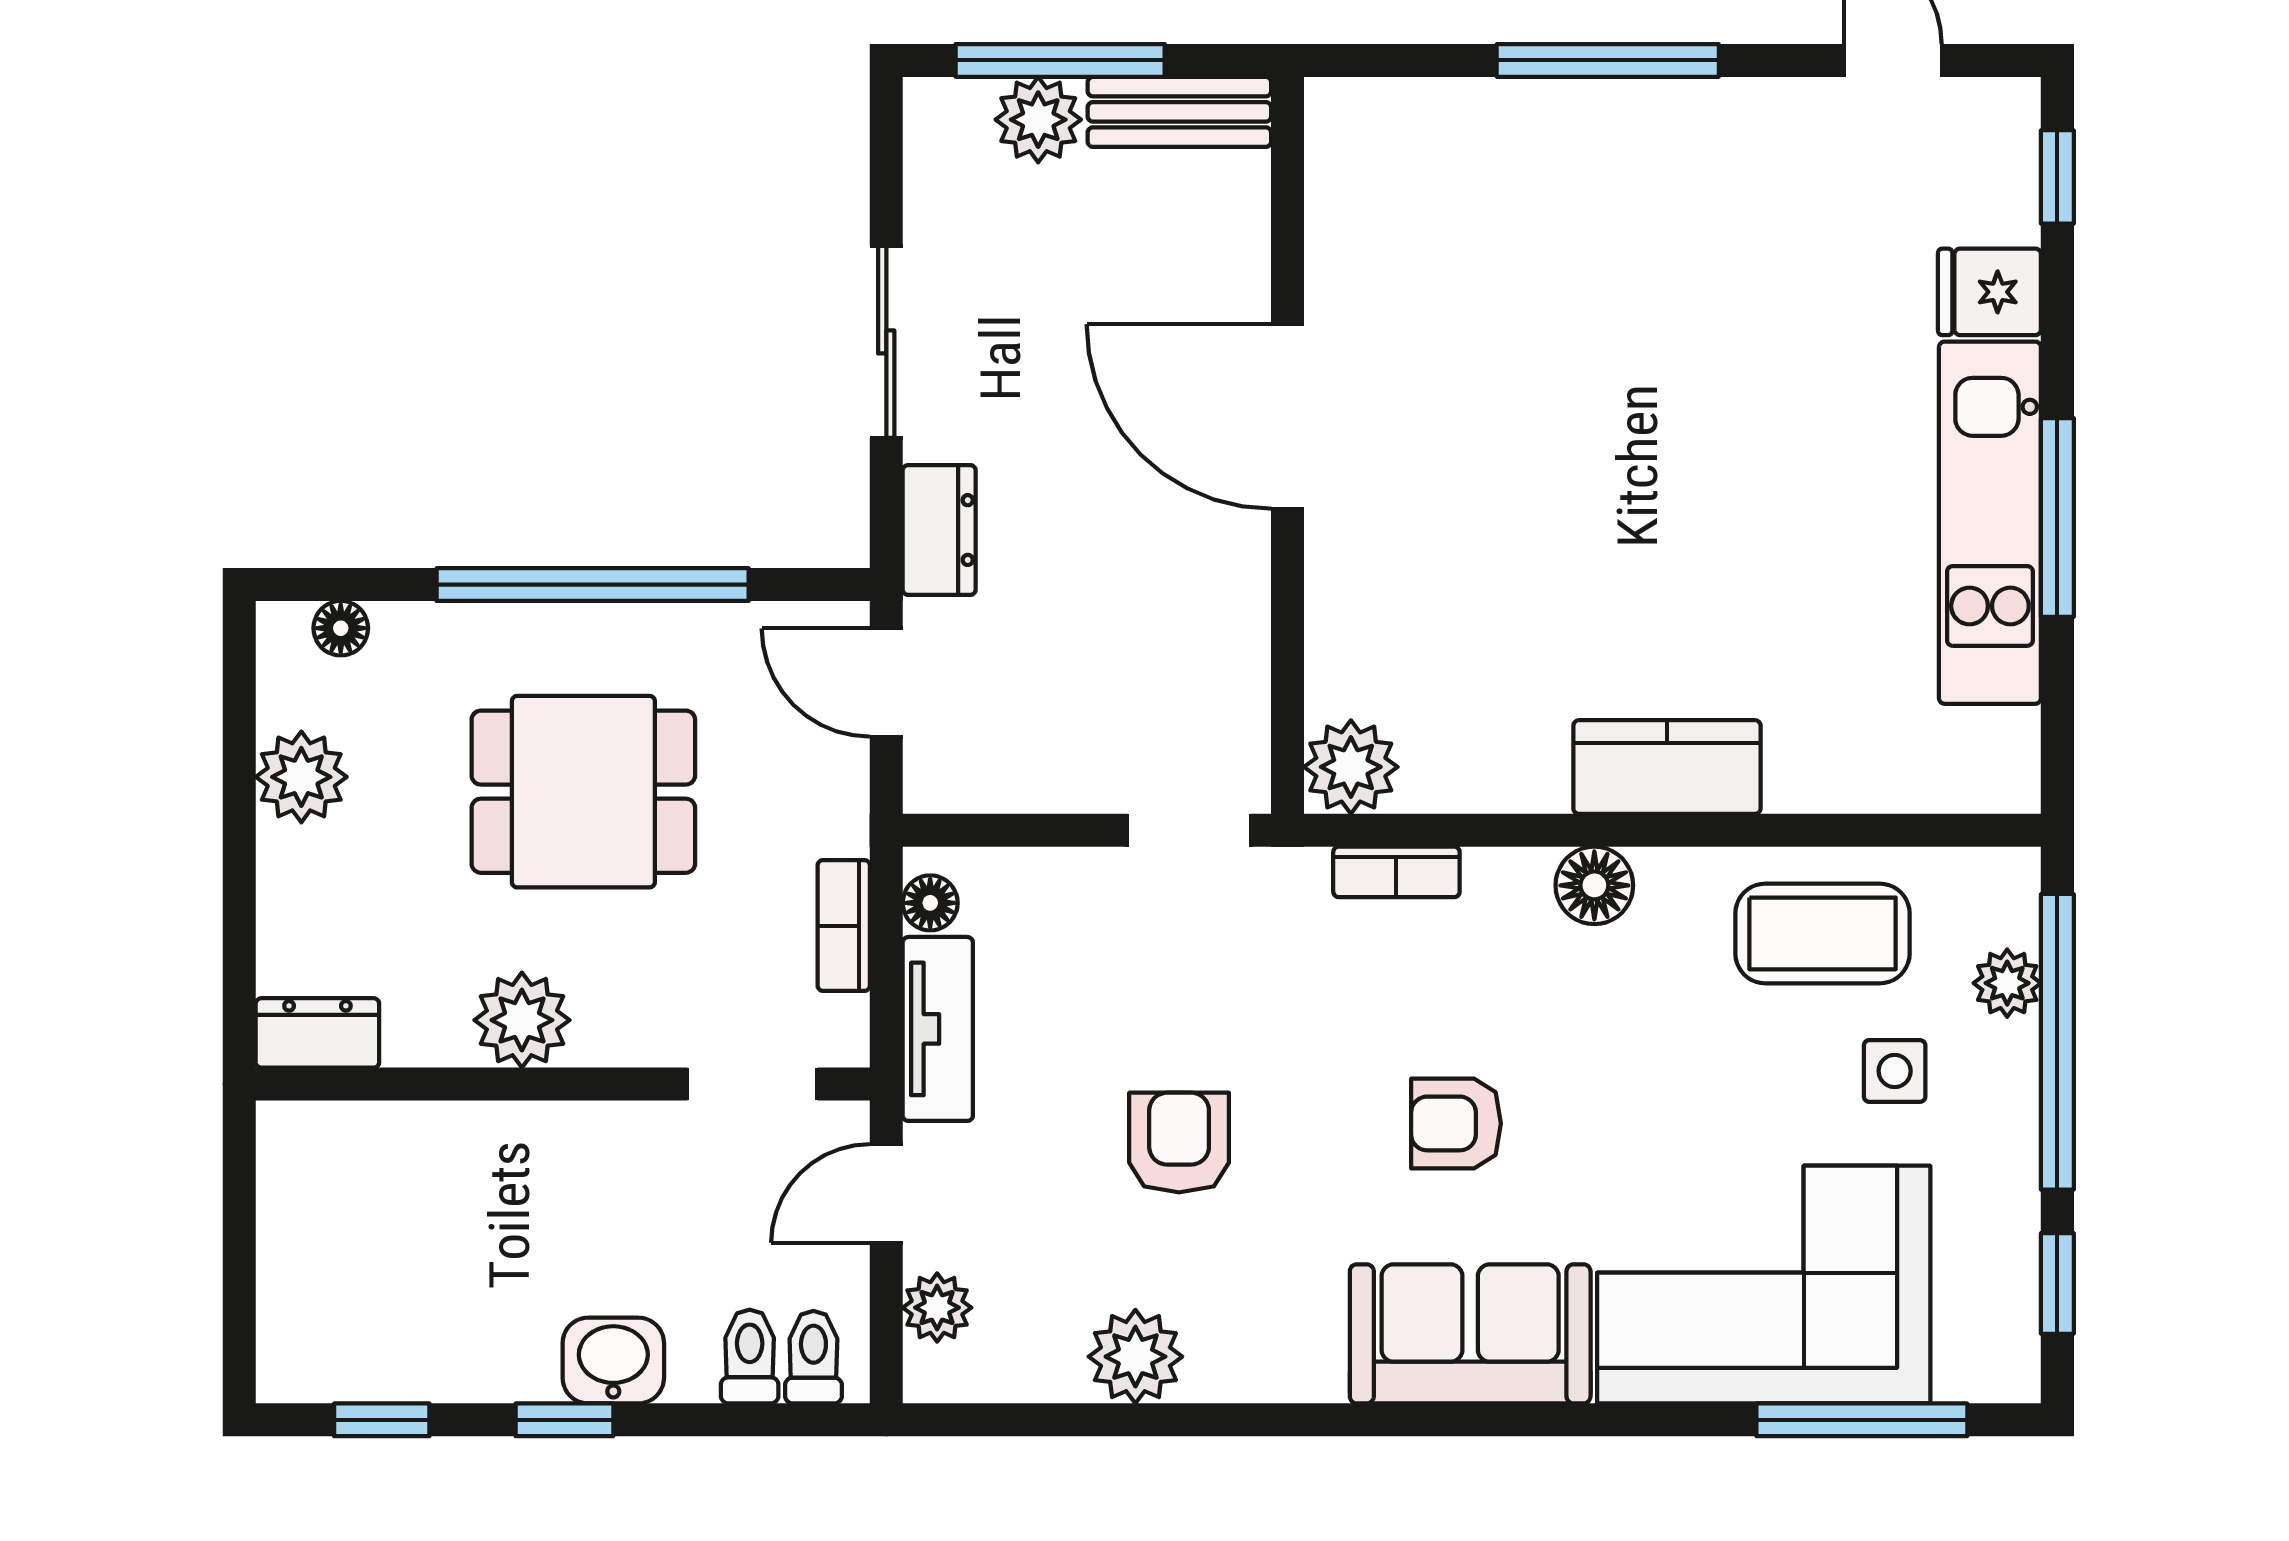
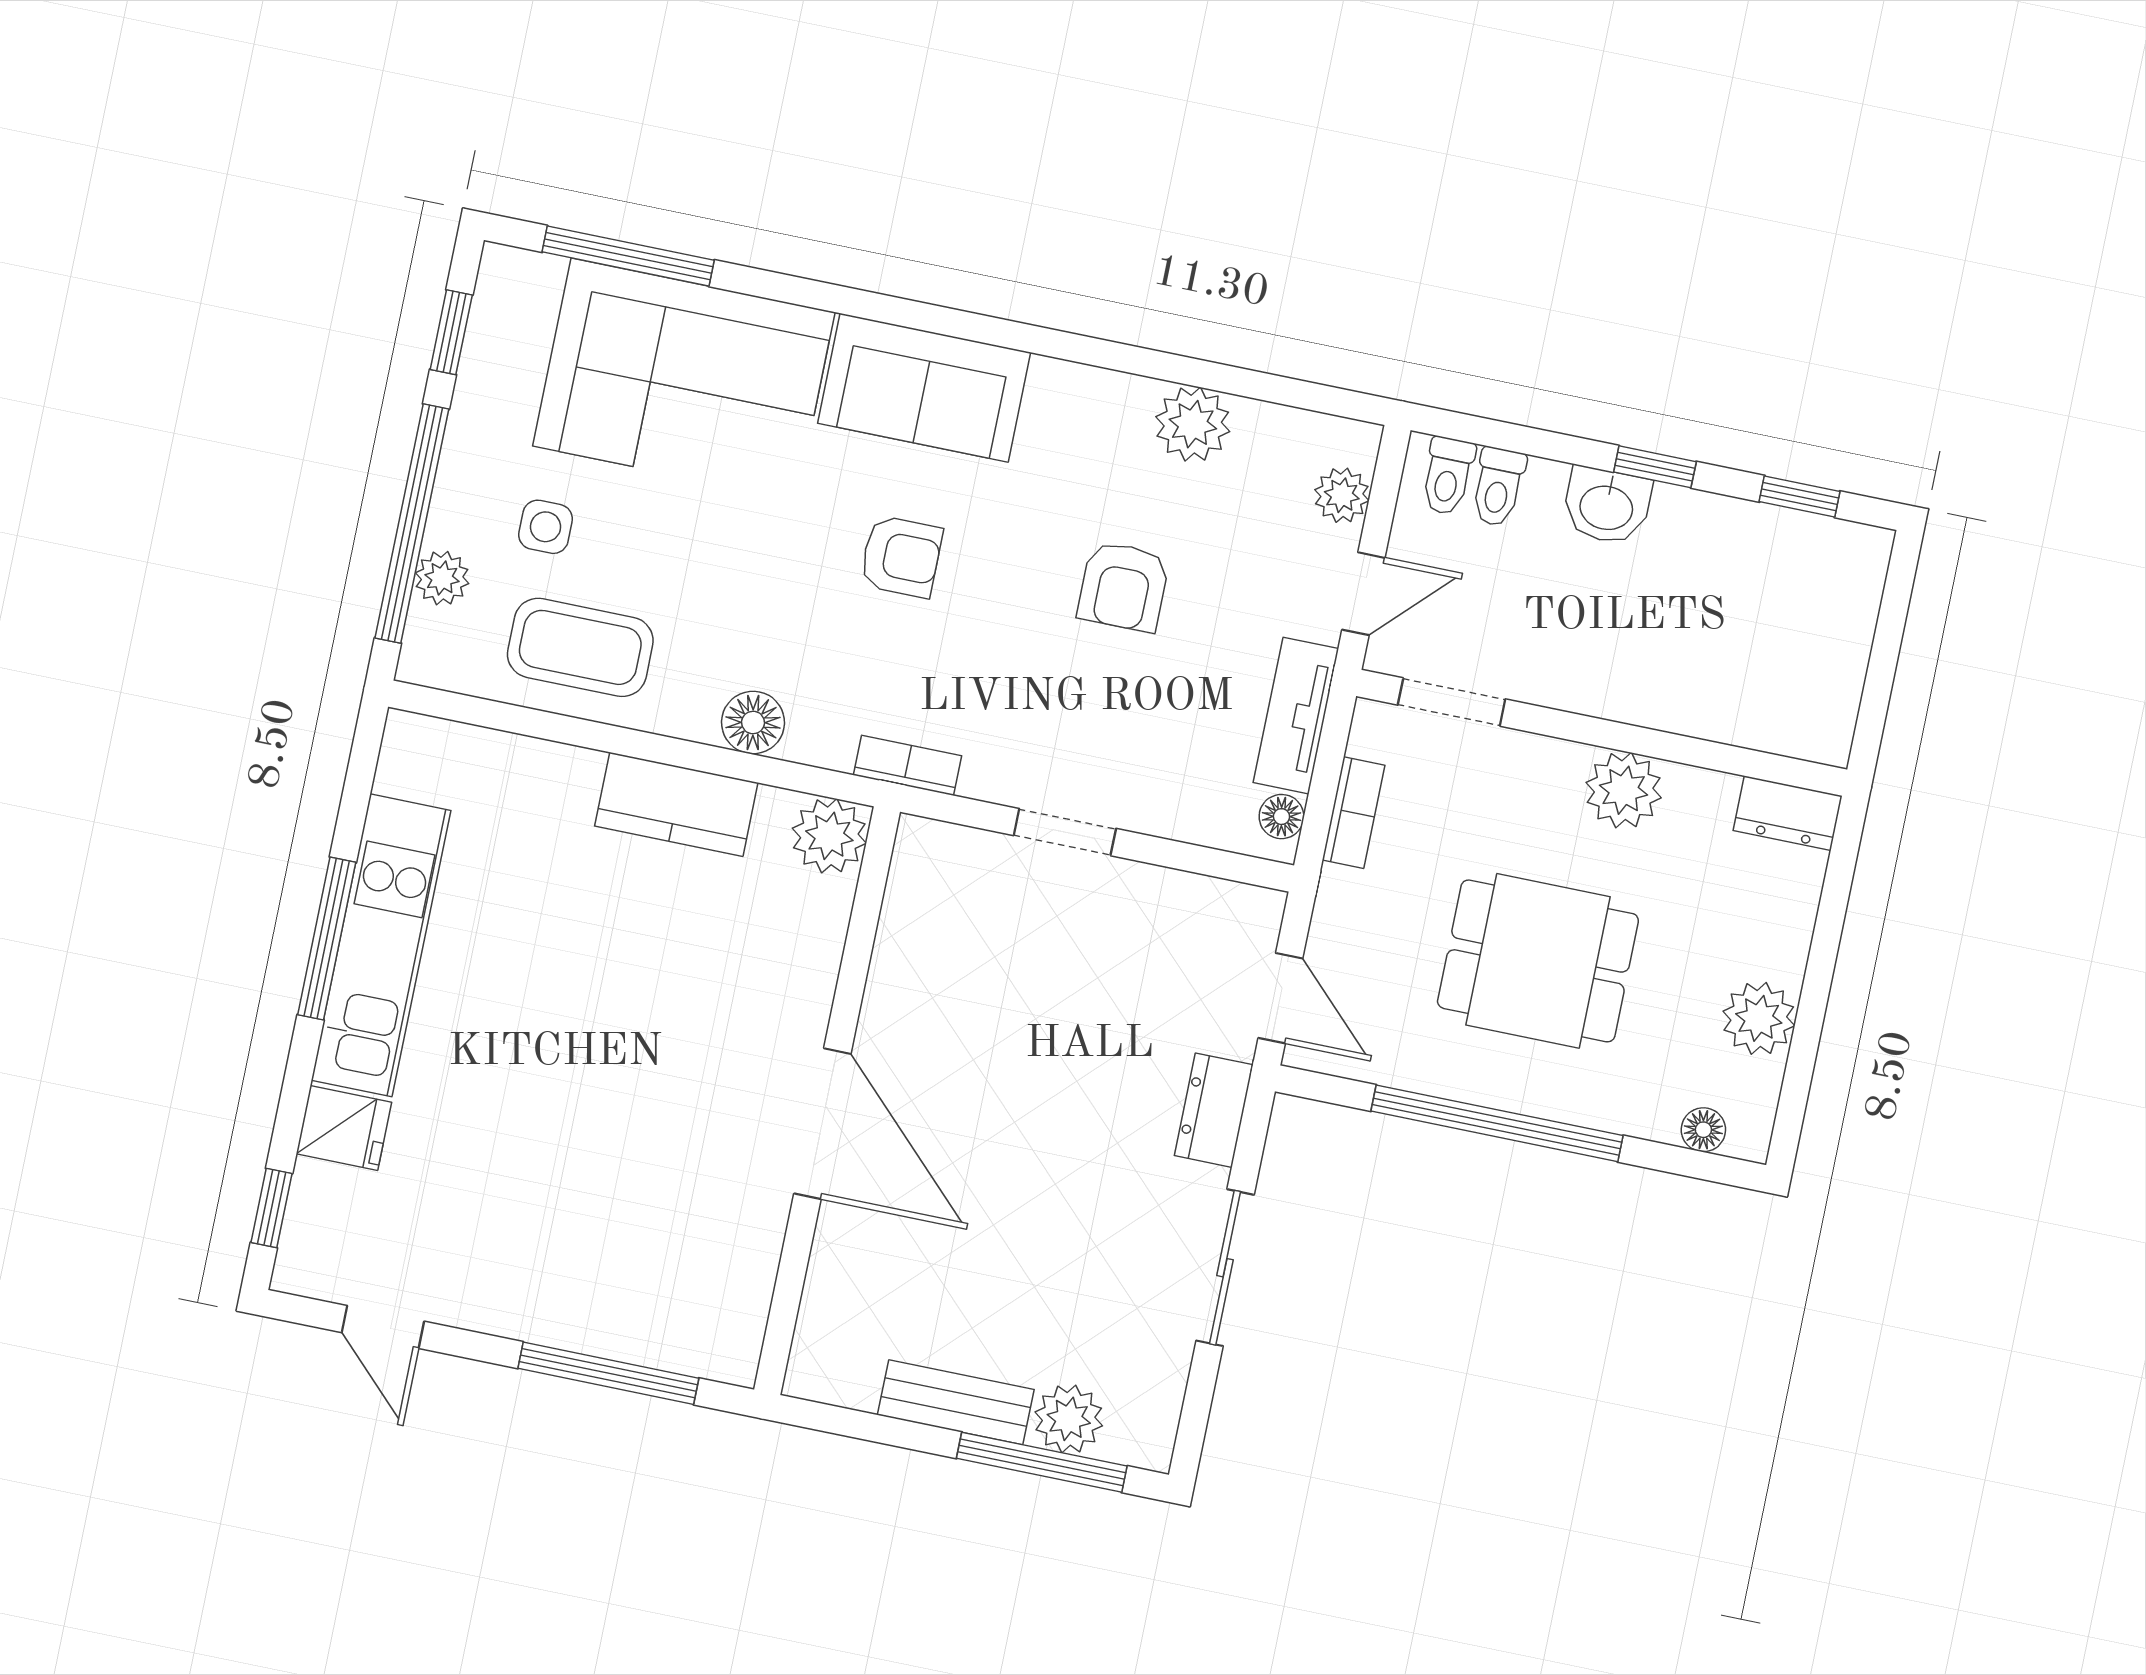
door: (1288, 416) -> (822, 1124), moved
wall: (1288, 445) -> (827, 1101), moved
plant: (1351, 767) -> (829, 836), moved

